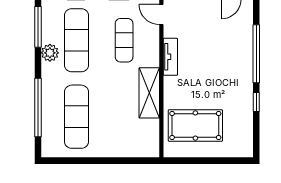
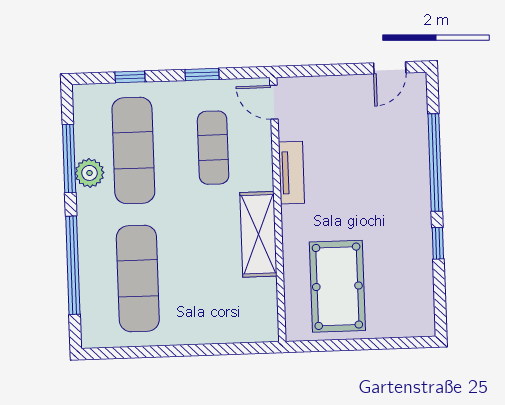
window: (38, 27) -> (69, 159), moved
pool table: (195, 126) -> (337, 286), turned 90

